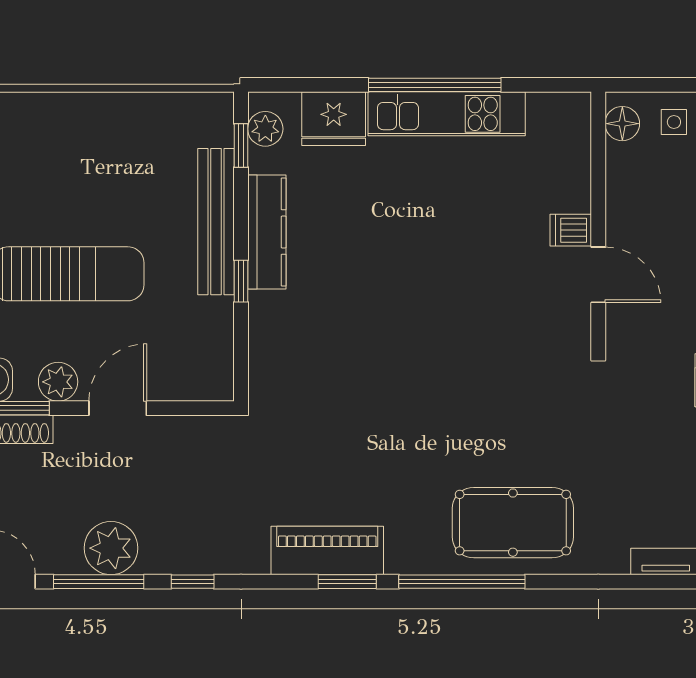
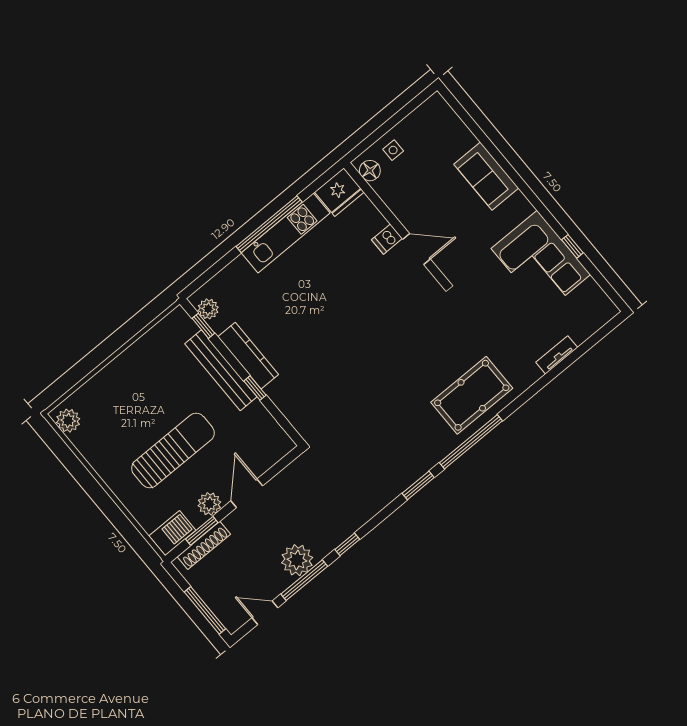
fridge: (334, 119) -> (339, 192), moved
piano: (327, 550) -> (397, 479), removed

